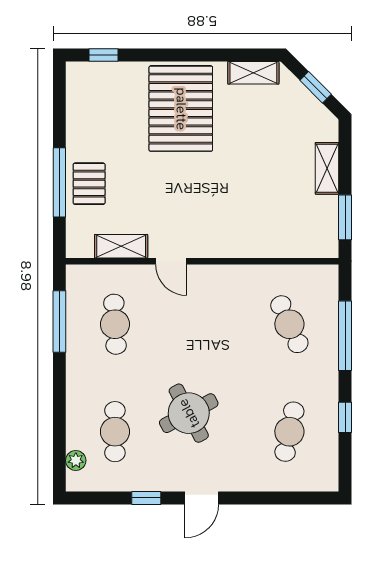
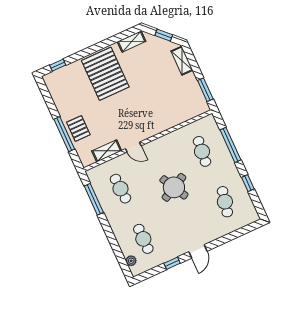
shelving: (327, 168) -> (182, 61), moved
cafe table: (289, 324) -> (202, 151), turned 30
round table: (189, 413) -> (174, 187), moved

